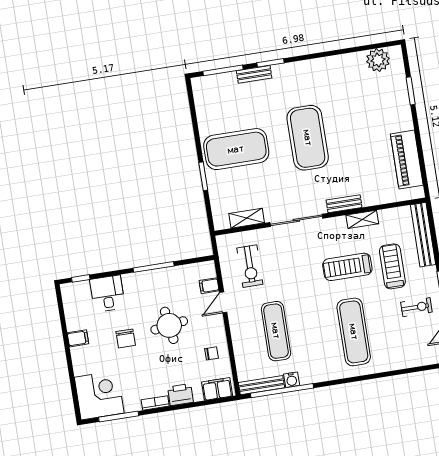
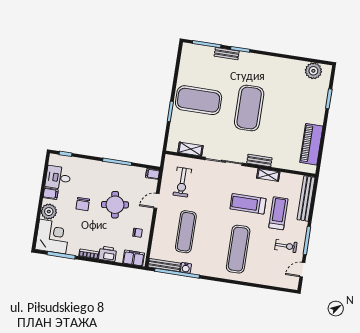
filing cabinet: (209, 286) -> (153, 174), moved
desk: (107, 294) -> (58, 178), moved, turned -90
plant: (83, 363) -> (49, 212), added

